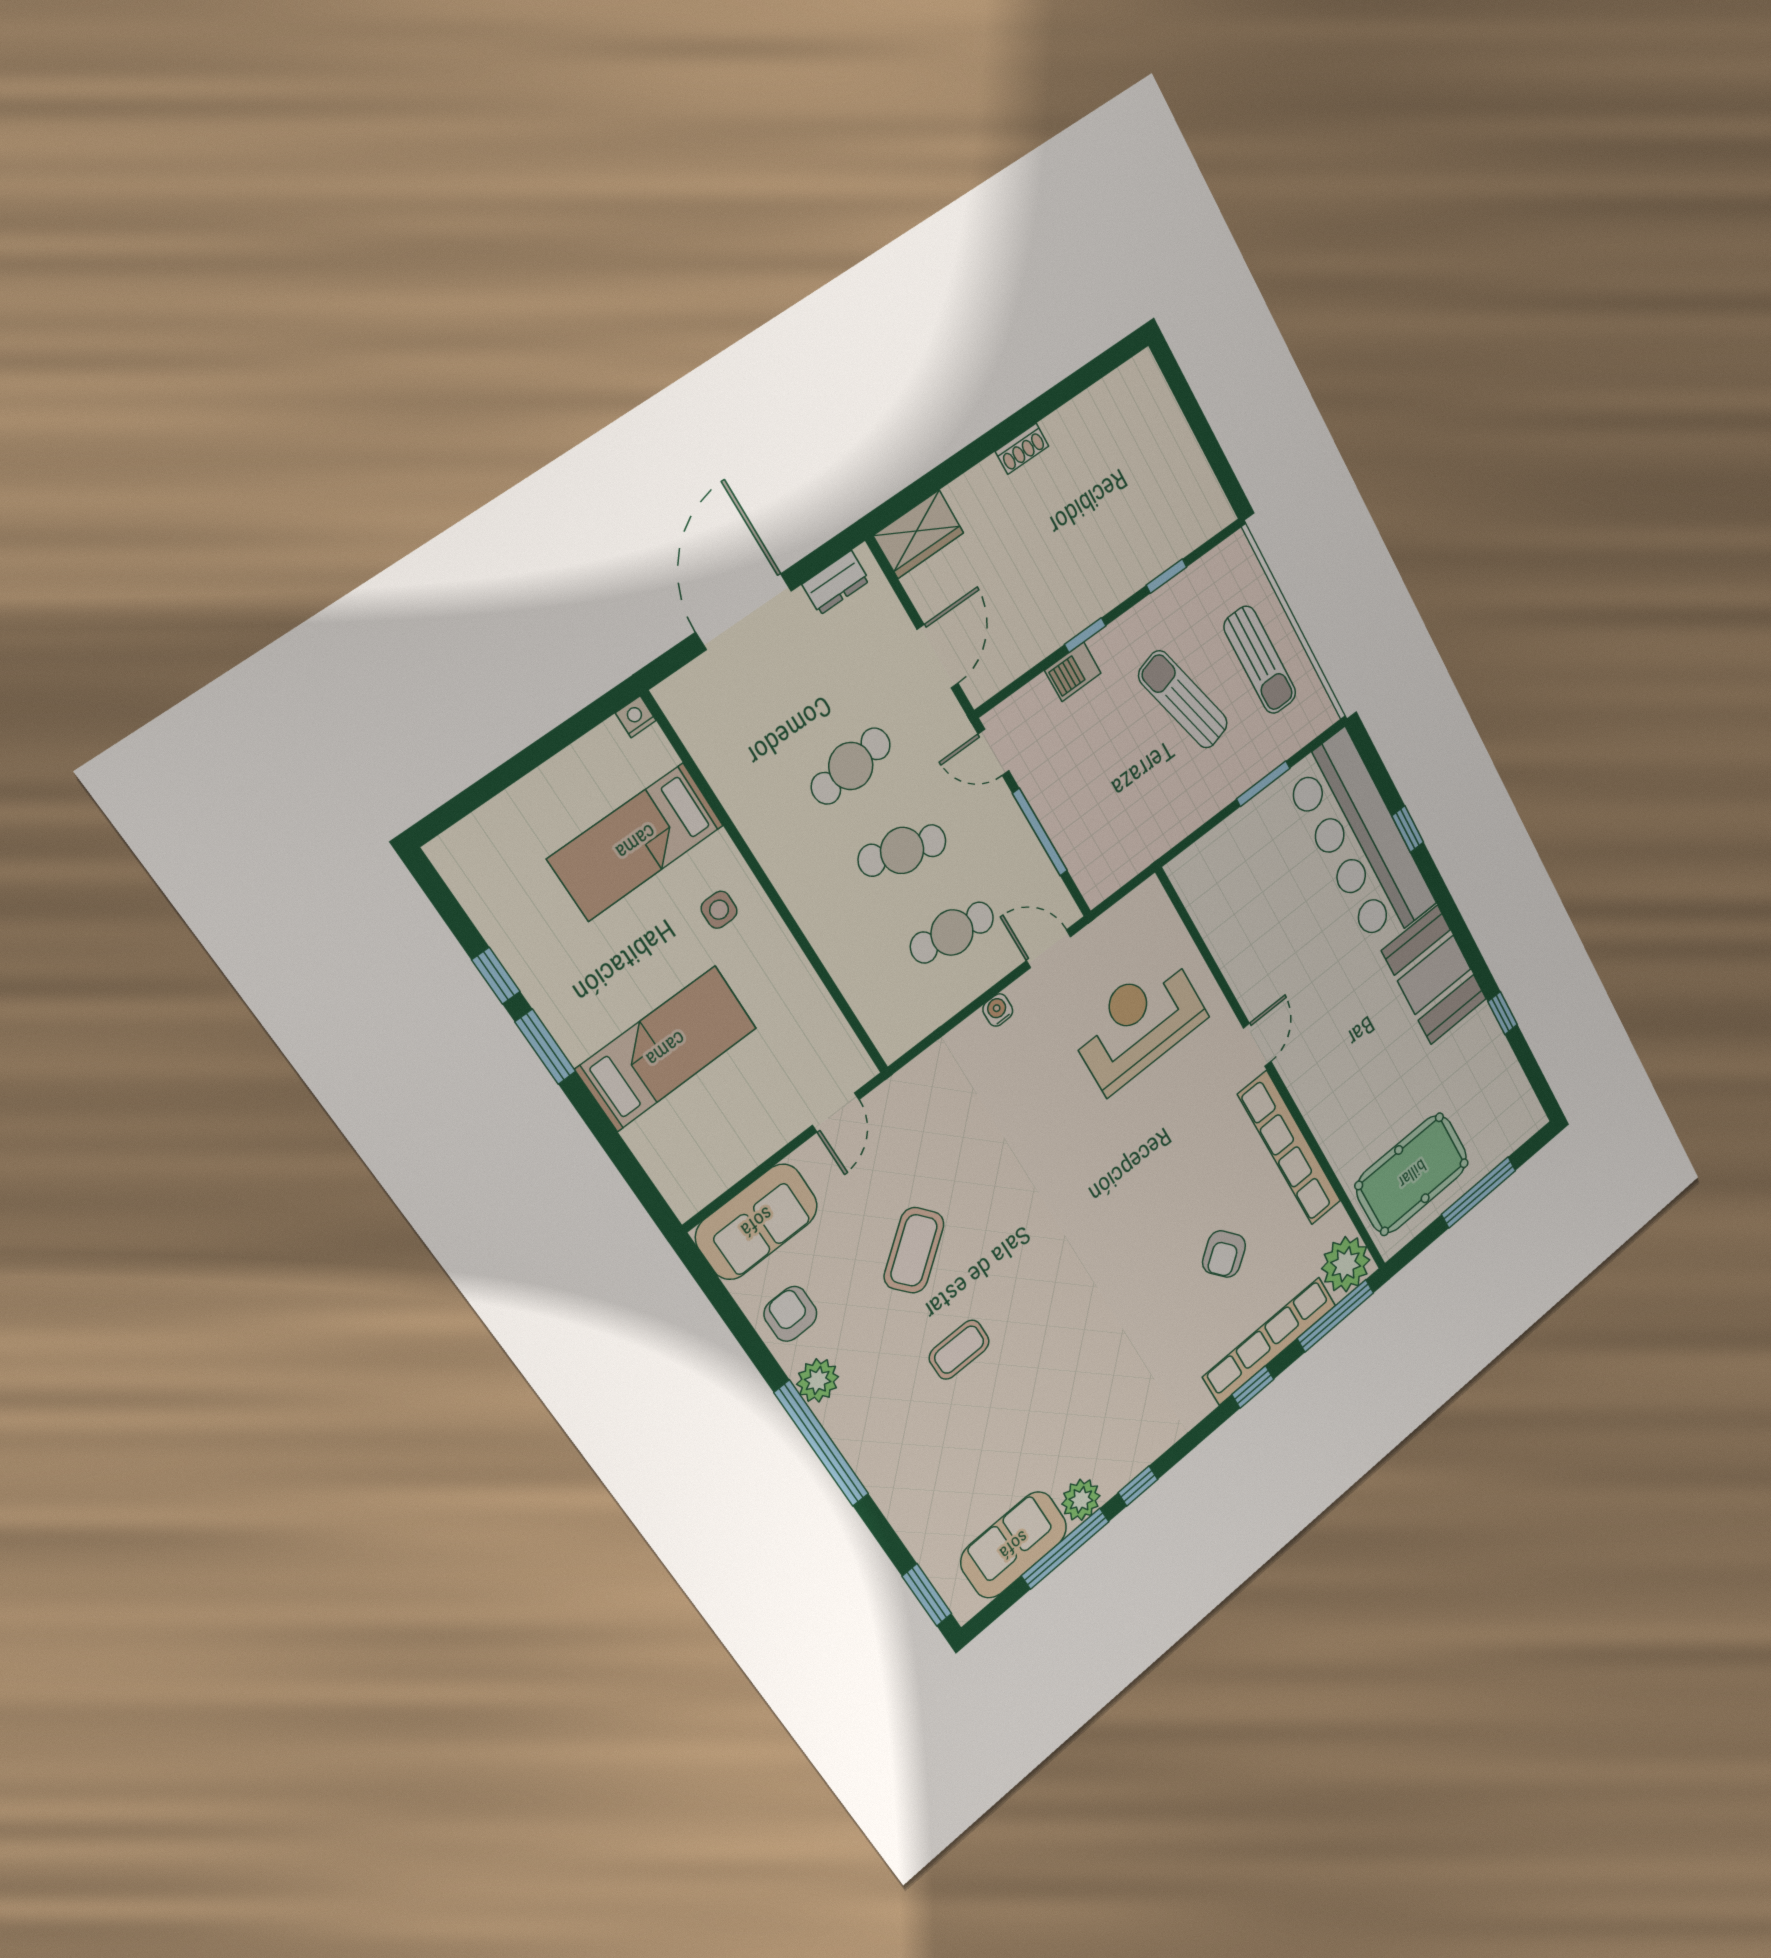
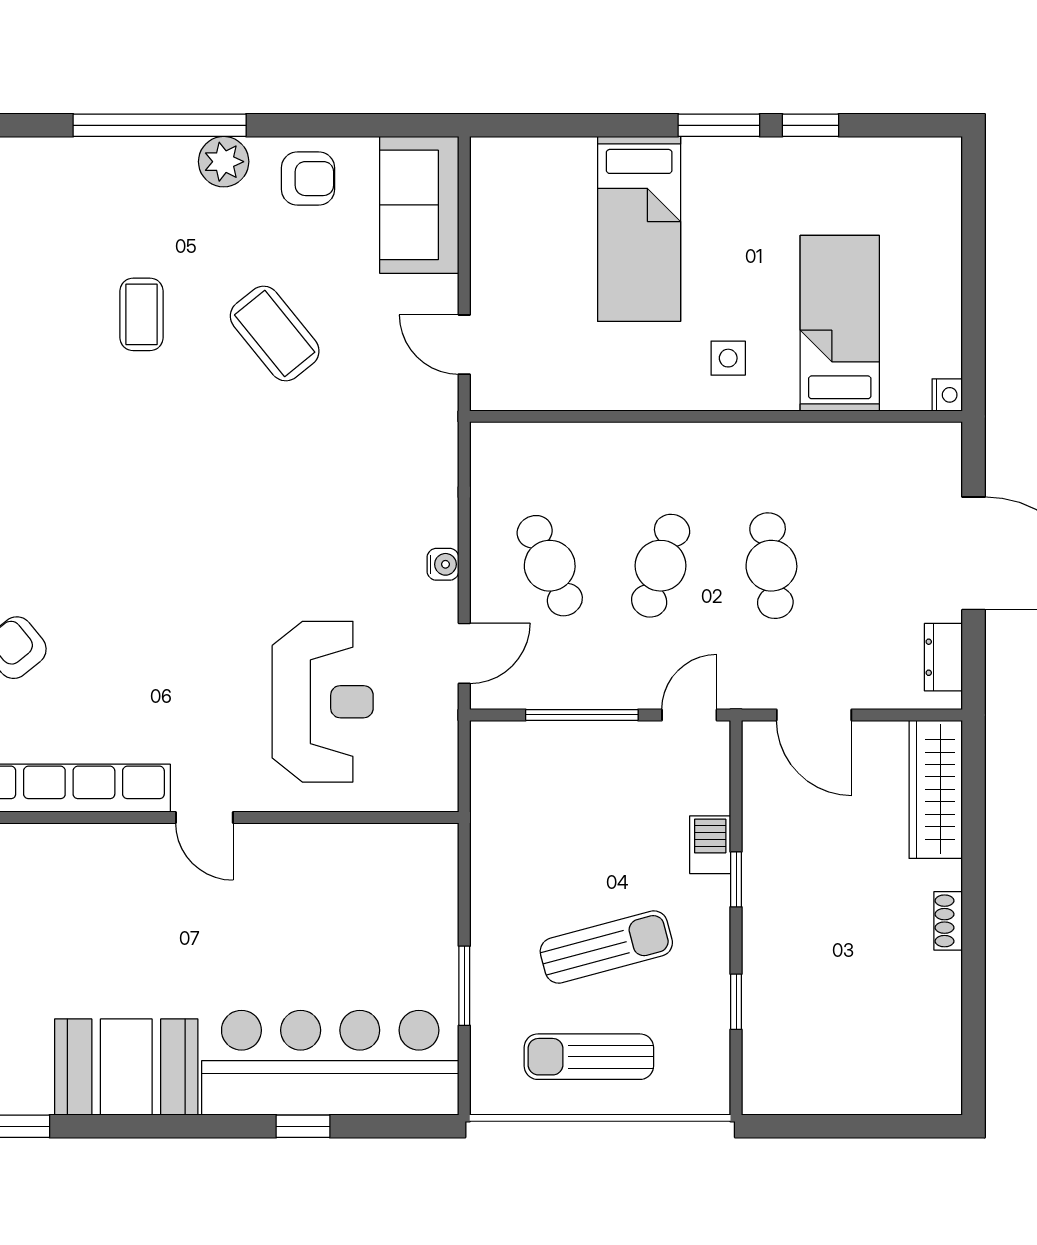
wardrobe: (919, 534) -> (936, 789), width x1.50
cafe table: (952, 933) -> (550, 566), turned -33

